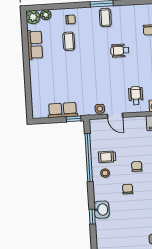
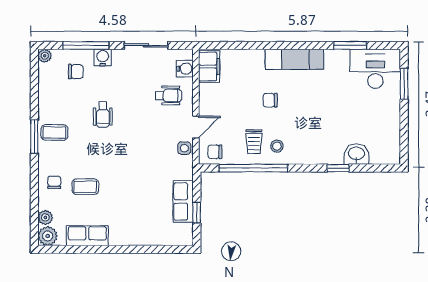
wheelchair: (136, 96) -> (169, 96), turned 180
window: (74, 119) -> (197, 213), moved
chair: (128, 189) -> (215, 152), moved
washbasin: (102, 210) -> (356, 154), moved

